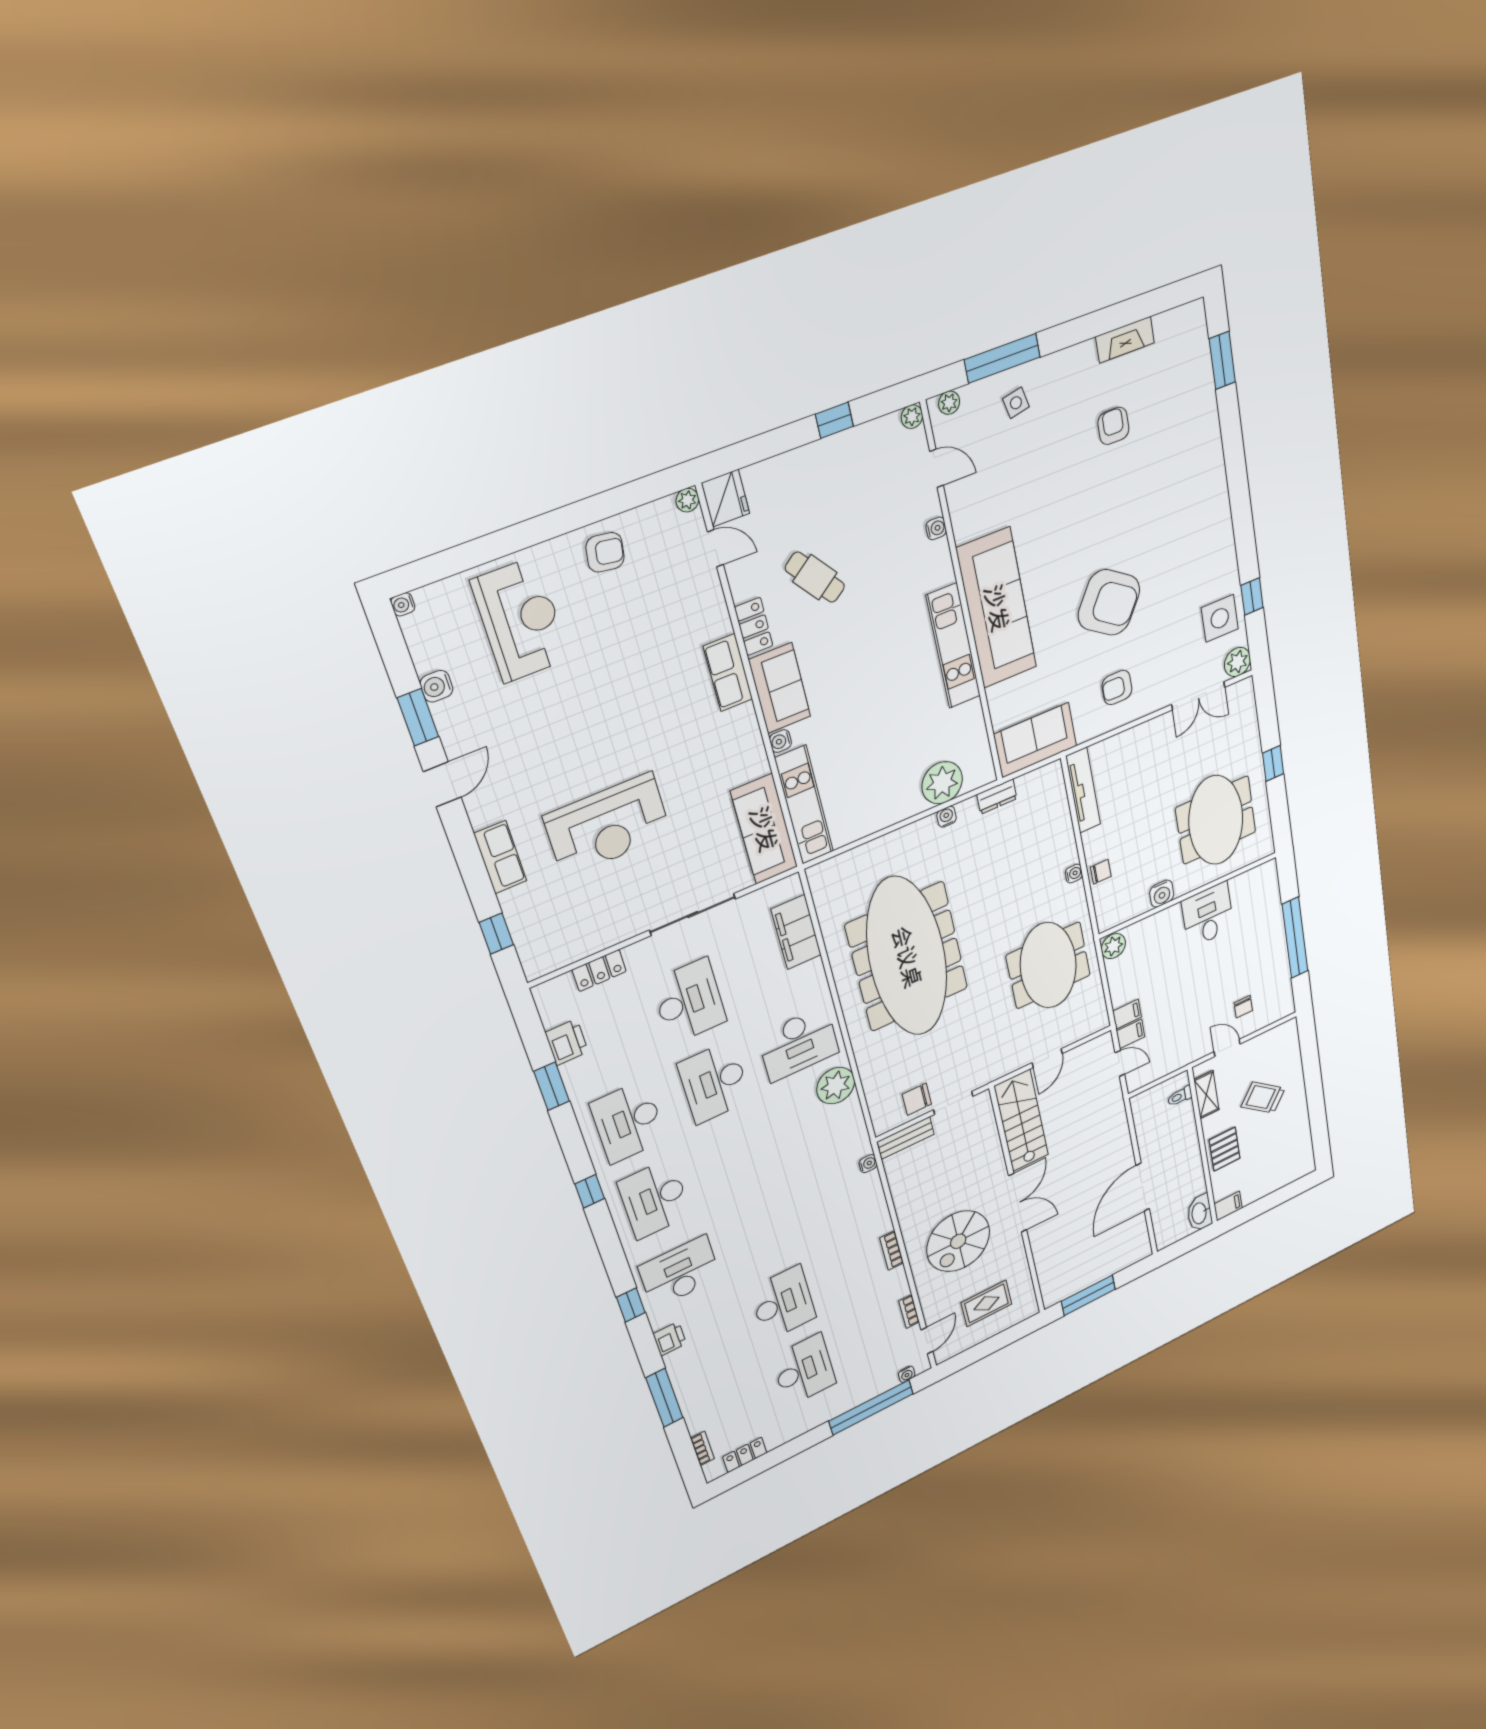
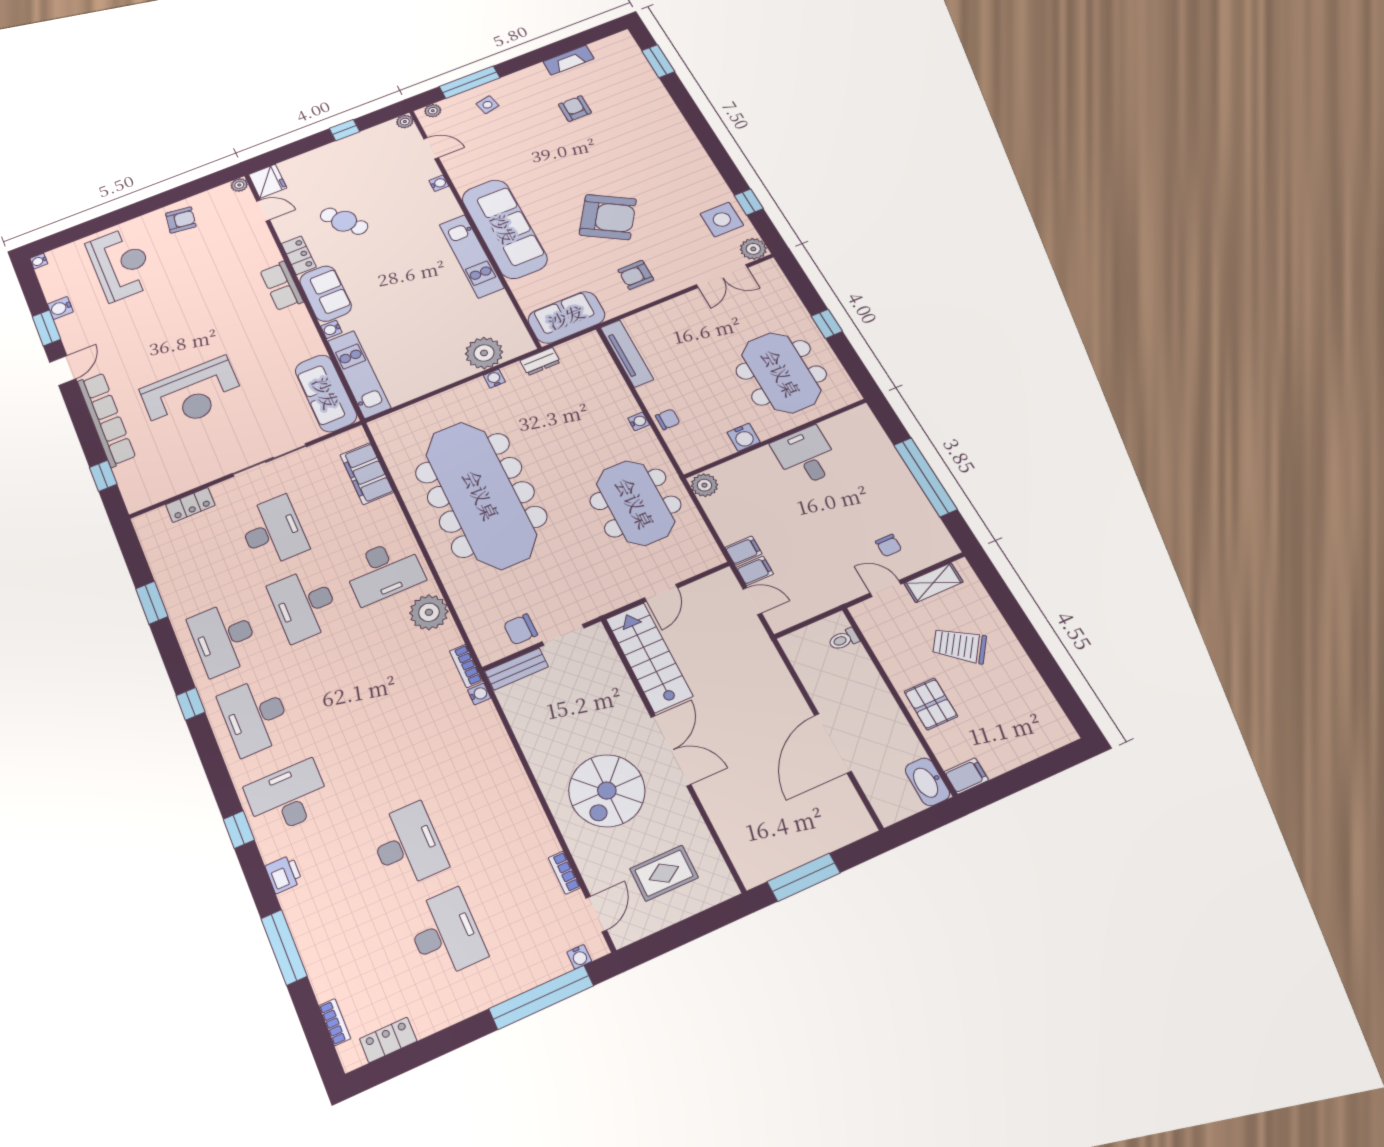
row of seats: (500, 857) -> (106, 419), width x2.02
printer: (567, 1042) -> (164, 564), removed
shelving: (1206, 1095) -> (933, 583), moved, turned 90
bookcase: (892, 1251) -> (466, 666), moved

